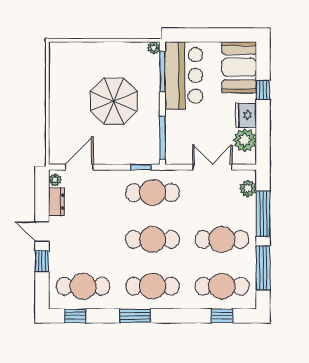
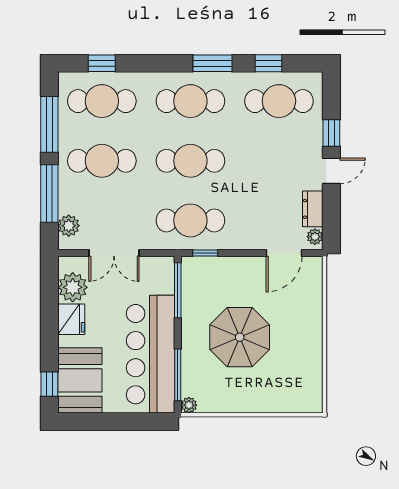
bar counter: (184, 75) -> (150, 354), width x1.36
window: (263, 90) -> (49, 384), moved
door: (42, 231) -> (331, 171), hinge flipped
window: (75, 316) -> (268, 63), moved

